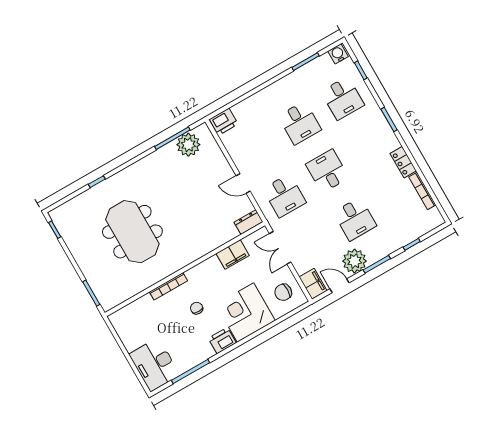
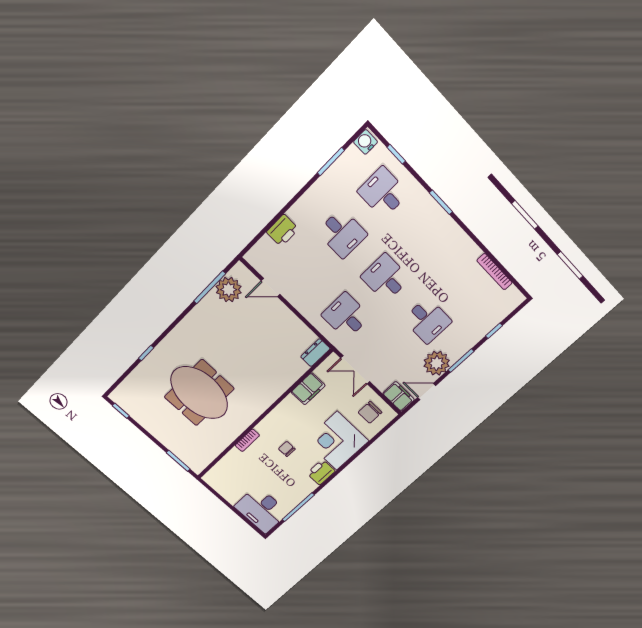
desk: (343, 98) -> (383, 192), turned 180
printer: (224, 122) -> (283, 230), moved
locker: (403, 162) -> (467, 246), removed
door: (243, 183) -> (271, 288), moved
desk: (284, 196) -> (346, 316), turned 180
bookcase: (168, 286) -> (247, 440), width x0.64

